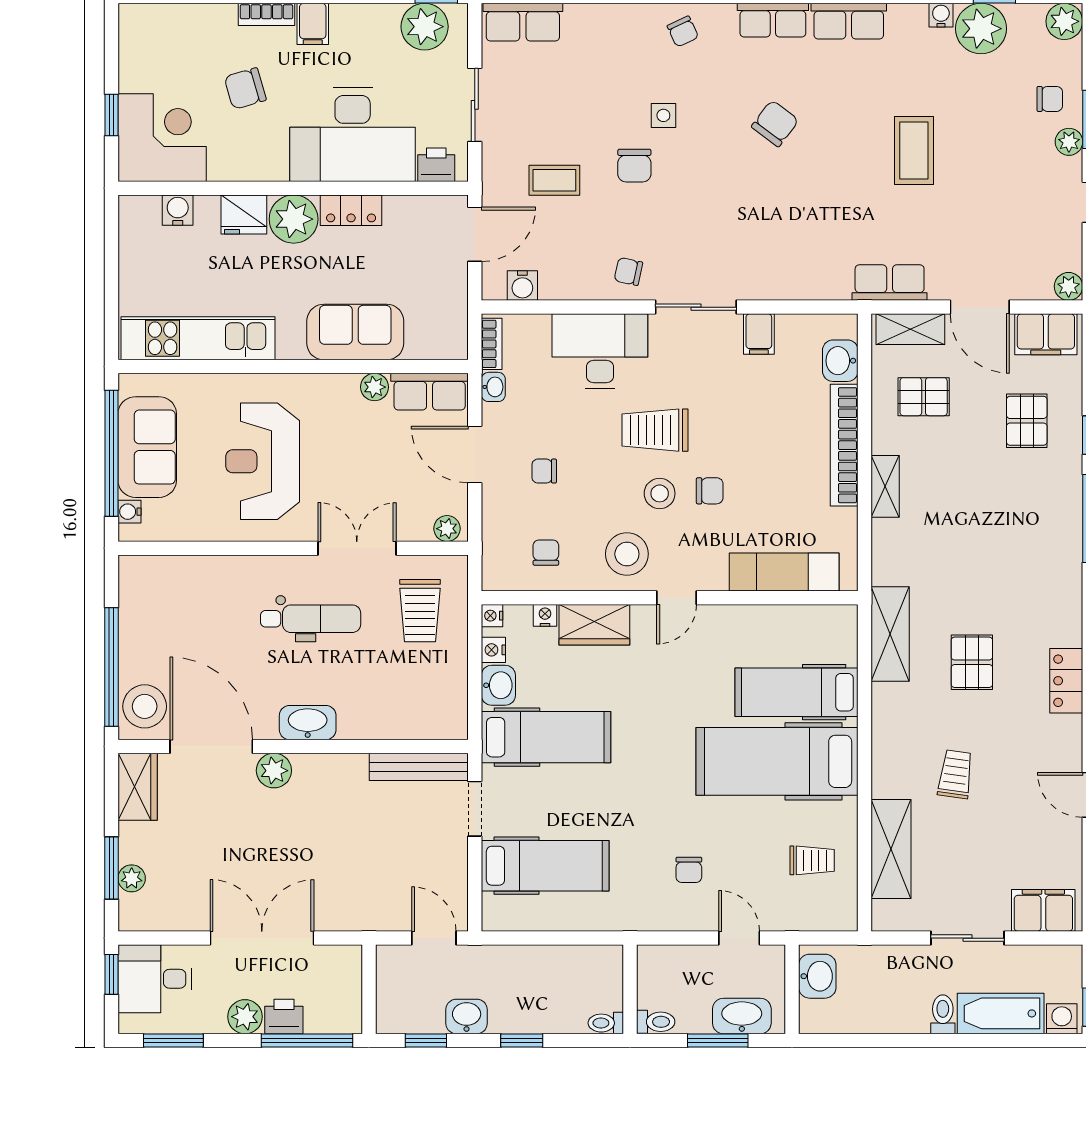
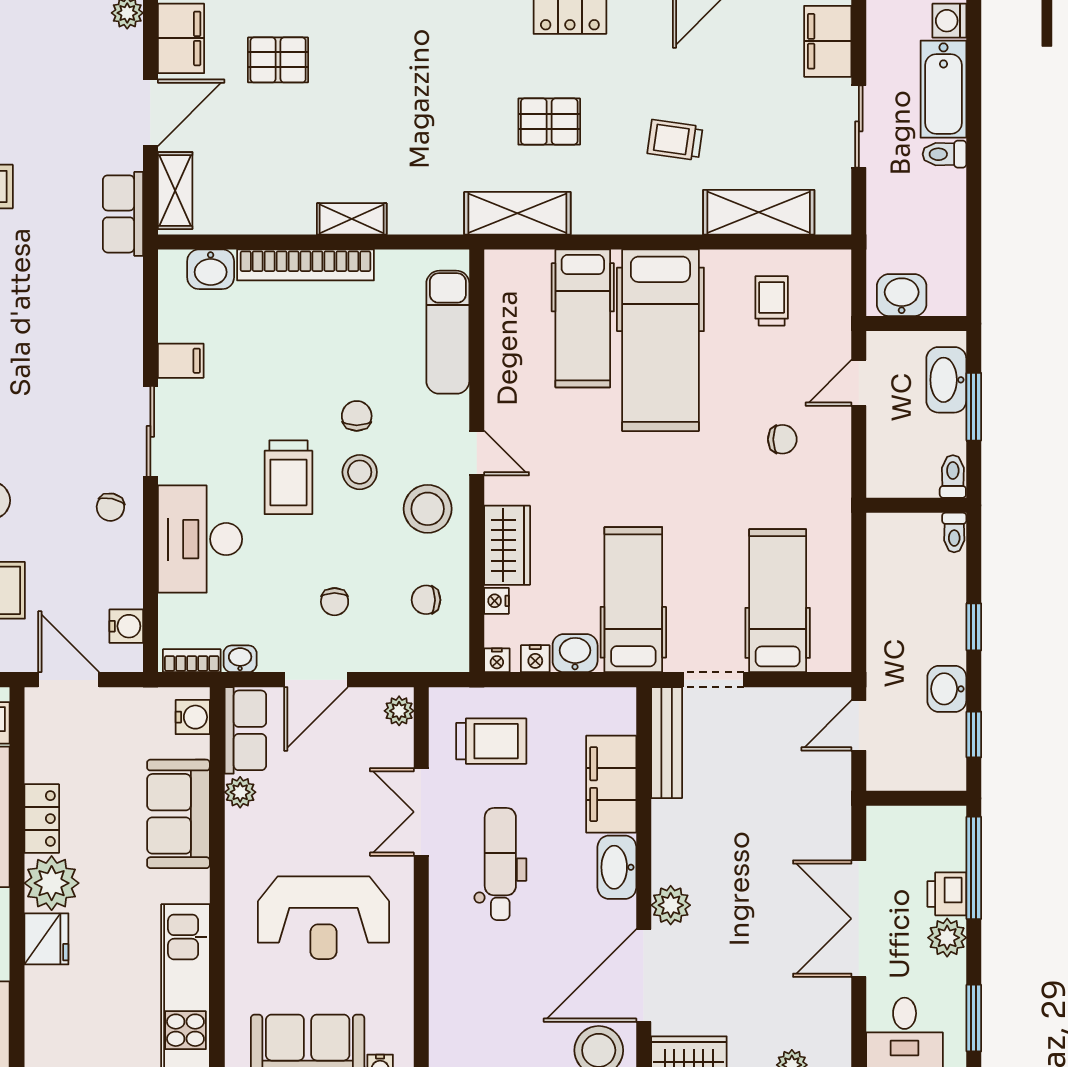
water cooler: (178, 210) -> (193, 717), moved, turned 180
pallet: (924, 397) -> (251, 176), removed
filing cabinet: (382, 717) -> (611, 784), added

